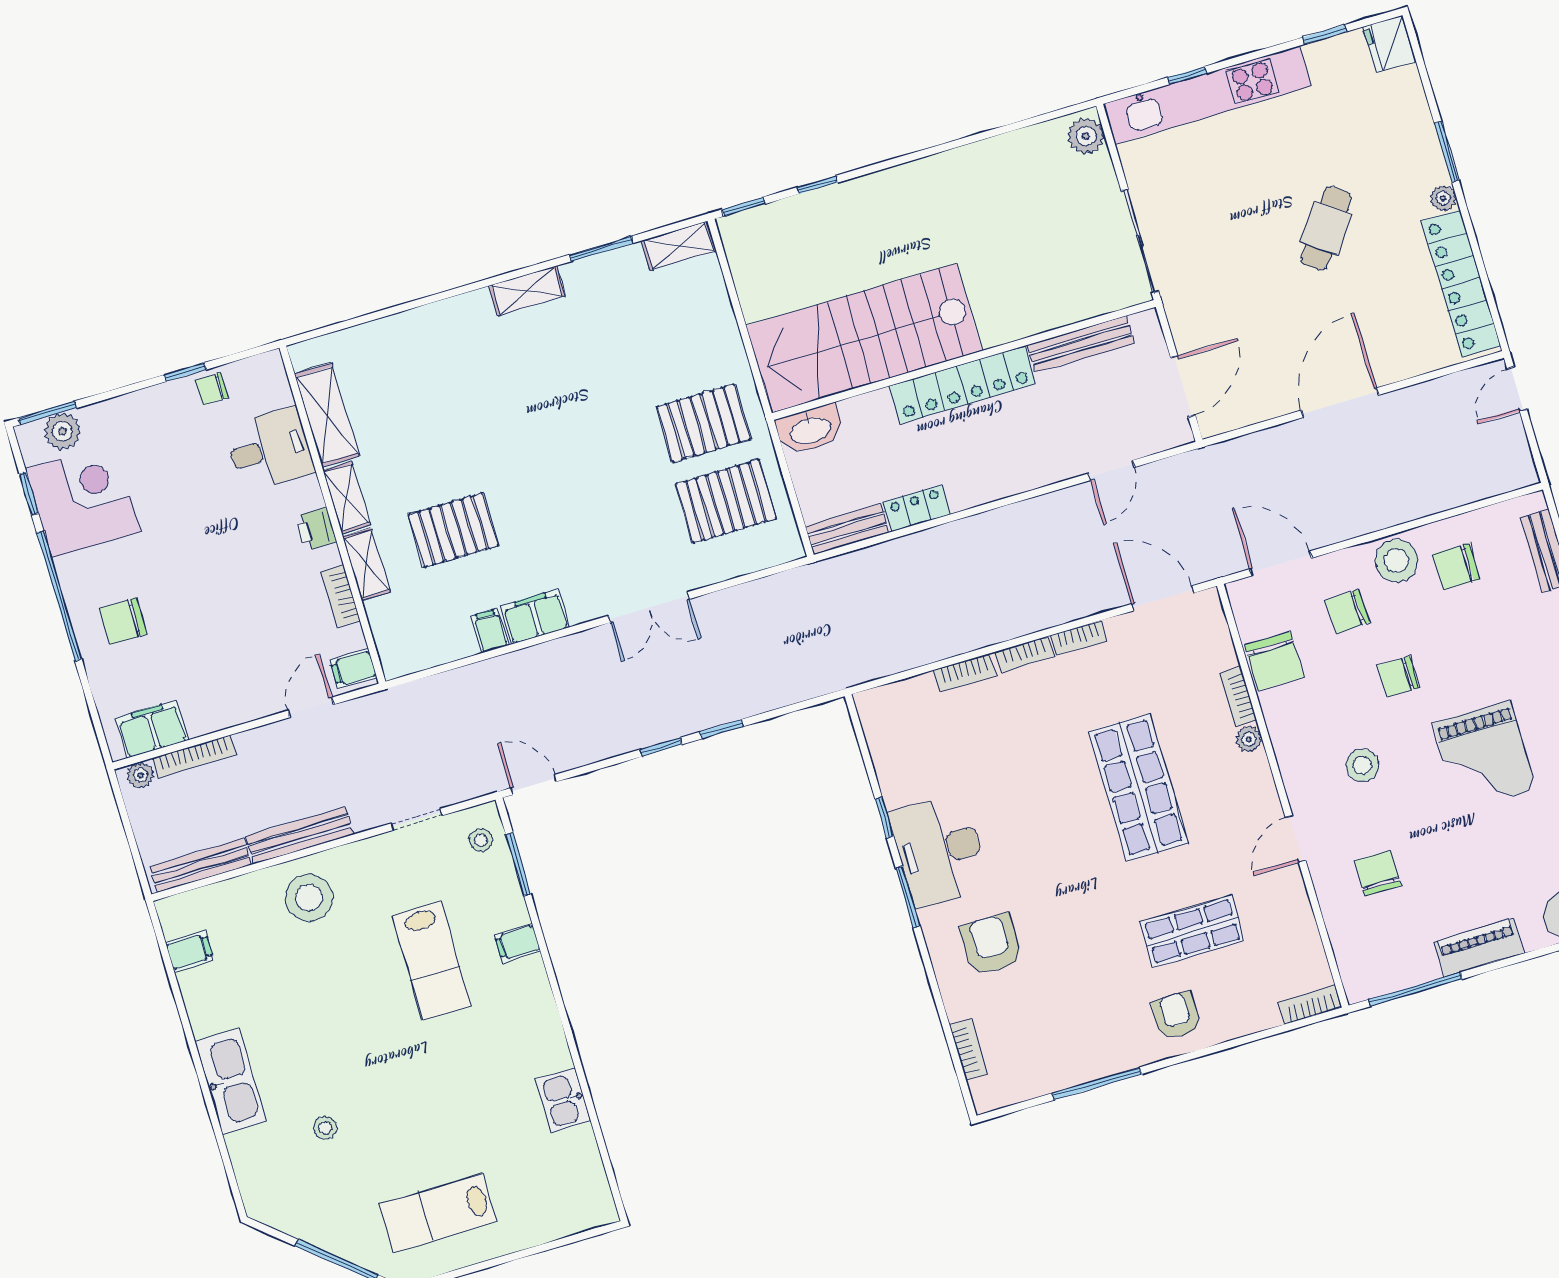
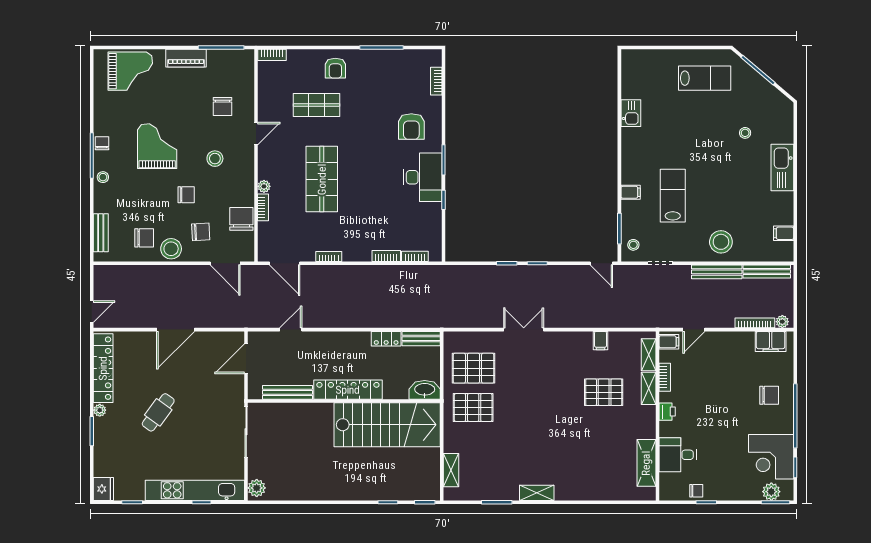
shelving: (679, 246) -> (451, 470), moved, turned 90
shelving: (347, 498) -> (649, 355), moved
filing cabinet: (535, 616) -> (578, 341), removed
bookcase: (1025, 654) -> (415, 256), moved

